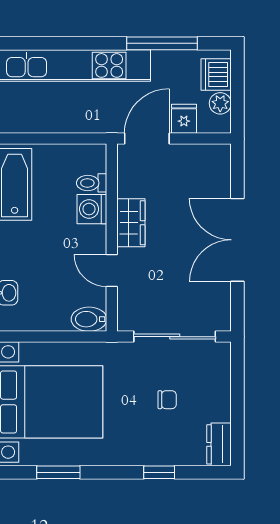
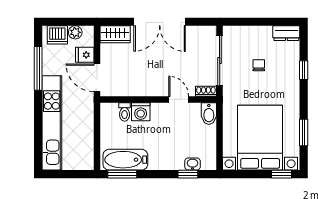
wardrobe: (131, 223) -> (115, 34), moved, turned 180
door: (112, 271) -> (179, 99), swing flipped
shoe rack: (125, 315) -> (206, 91), added

